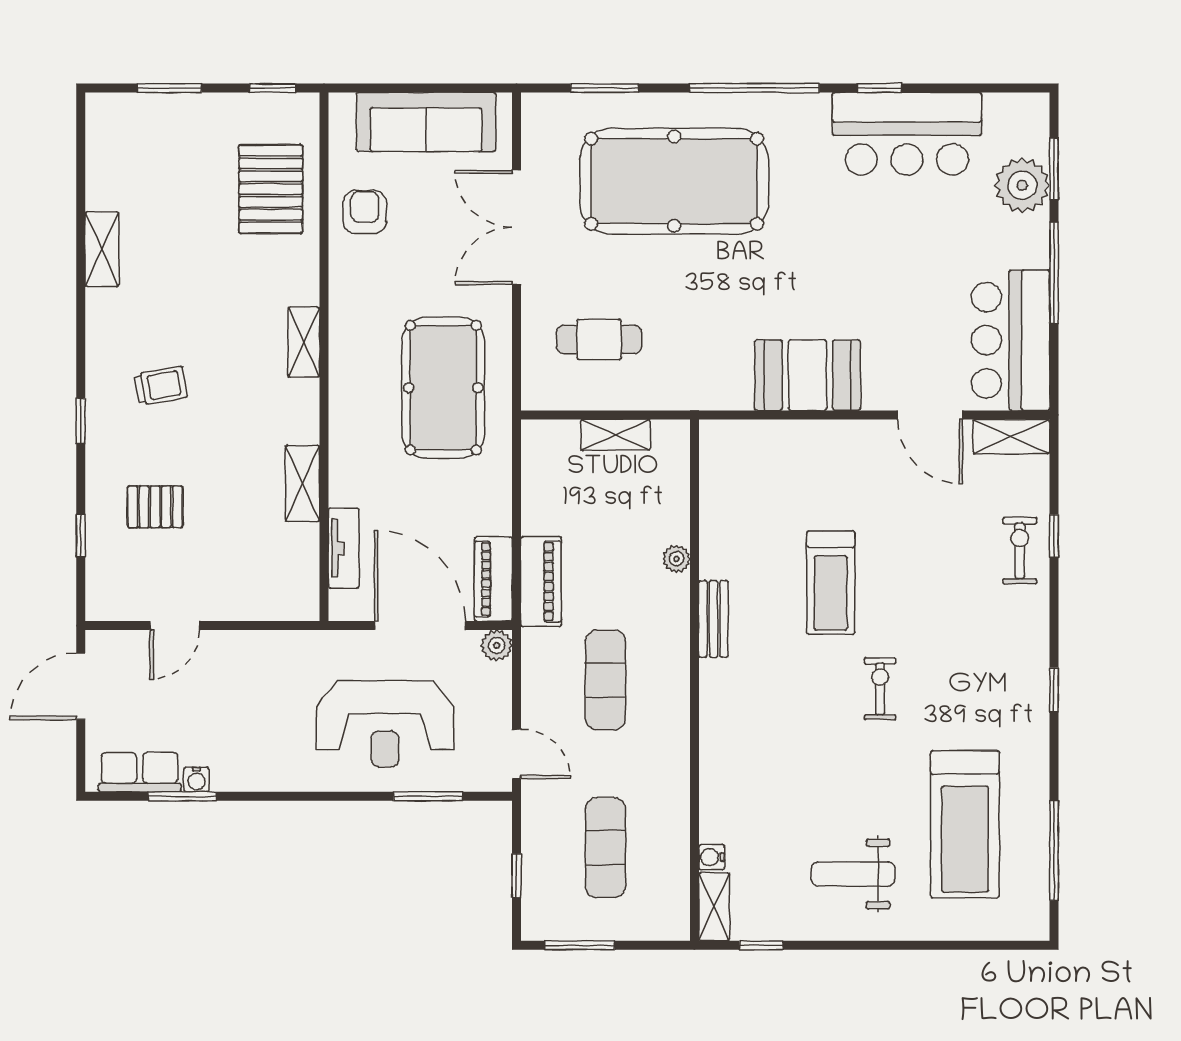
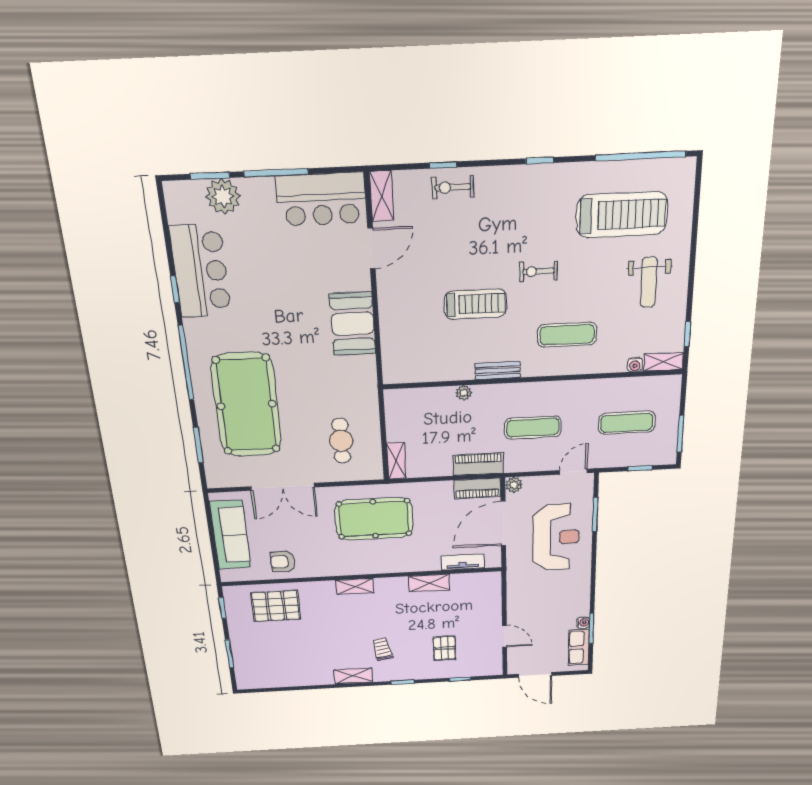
shelving: (102, 249) -> (353, 676), moved
shelving: (615, 435) -> (396, 461), moved
exercise mat: (770, 738) -> (567, 335), added
window: (1054, 850) -> (641, 156), width x1.46

